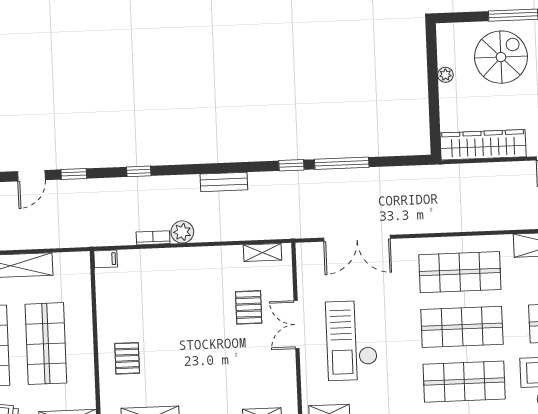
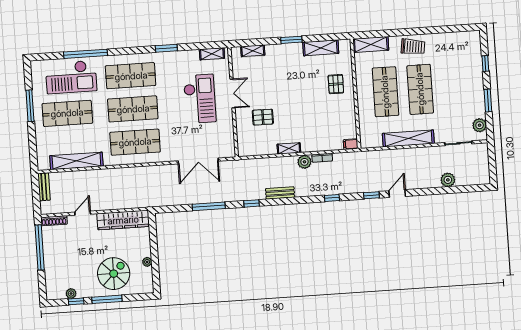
spiral stairs: (501, 57) -> (114, 274), turned 180
window: (291, 165) -> (252, 203), moved
double door: (357, 238) -> (198, 161), swing flipped
shelving: (262, 253) -> (289, 148), moved
pallet: (249, 307) -> (263, 117), turned 90
double door: (297, 325) -> (232, 93), moved

